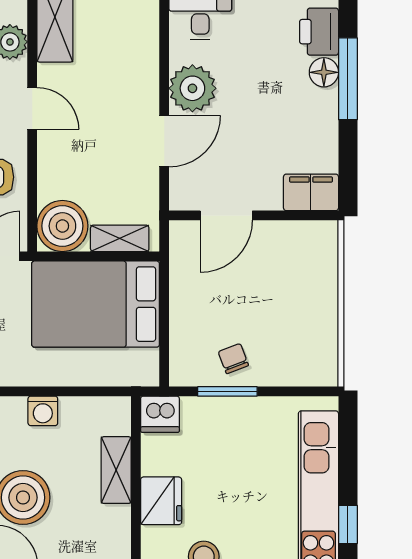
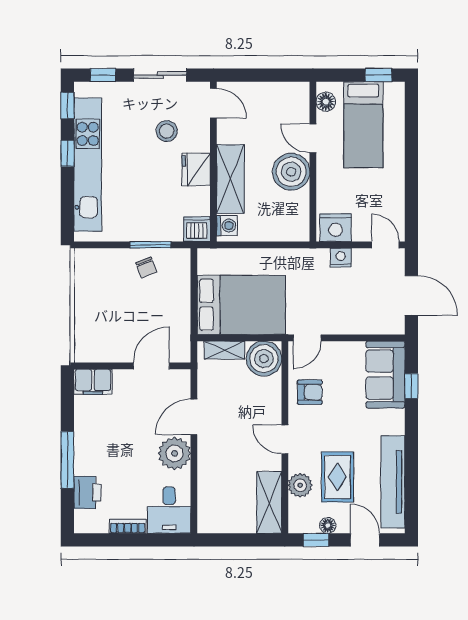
floor lamp: (324, 72) -> (84, 464), removed
washing machine: (43, 411) -> (227, 226), moved, turned 90
shelving: (116, 470) -> (230, 179), width x1.50, depth x1.33

